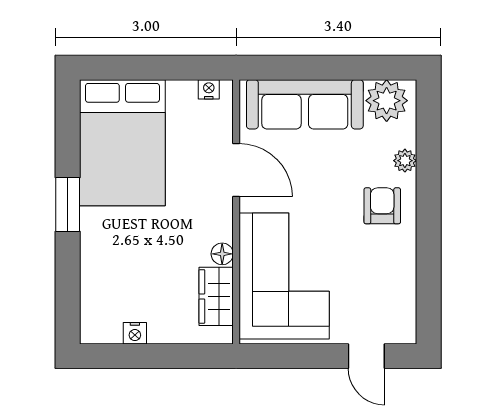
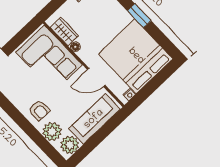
bed: (122, 143) -> (136, 56), width x1.36
plant: (405, 161) -> (52, 132), width x1.88, depth x1.88

